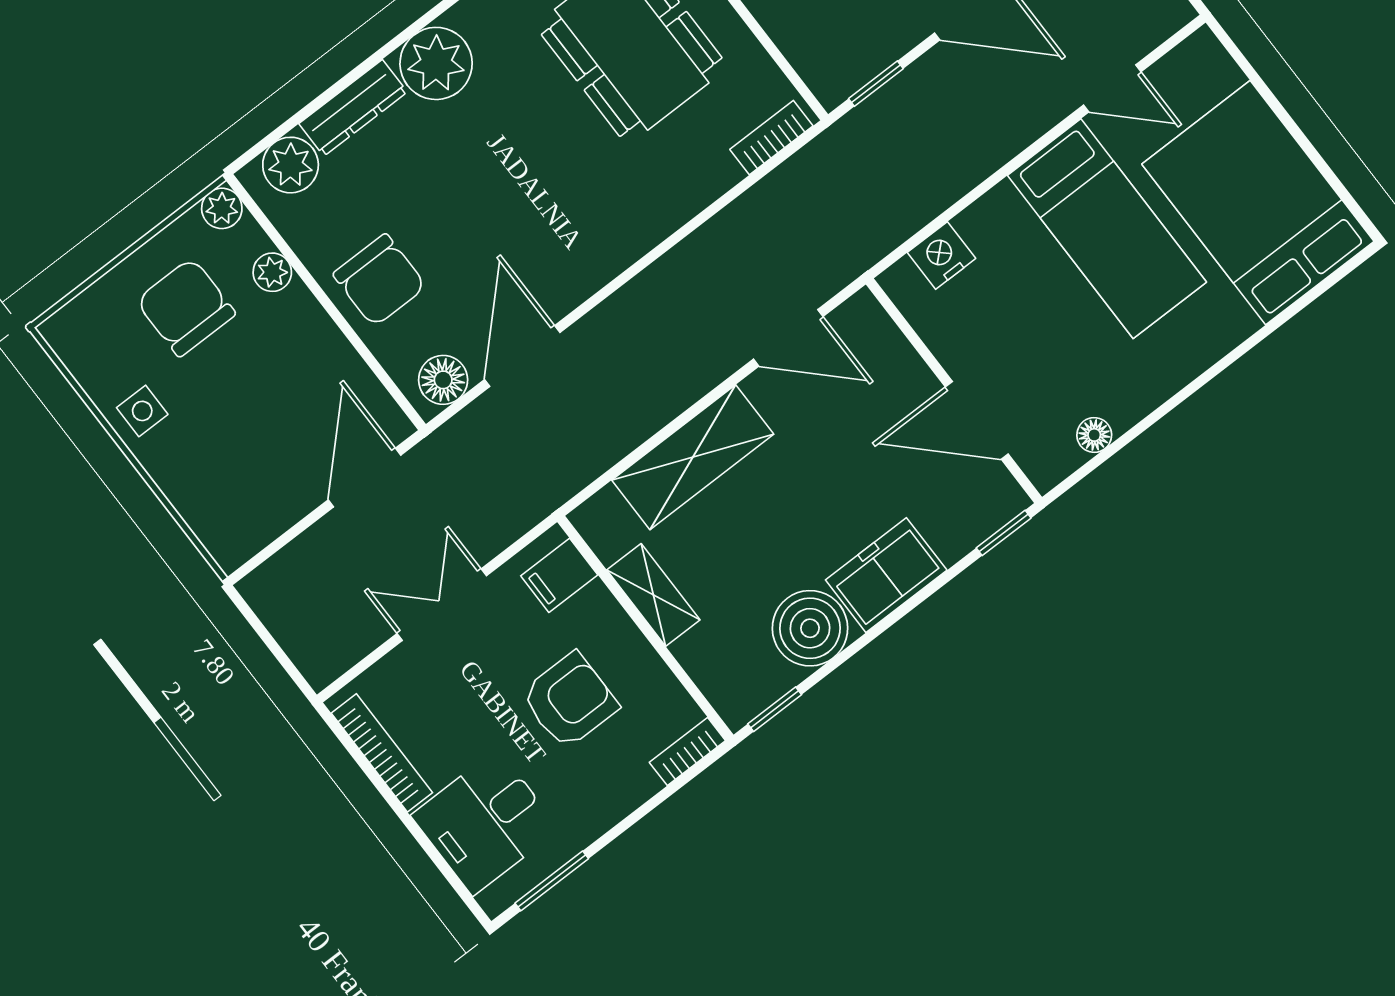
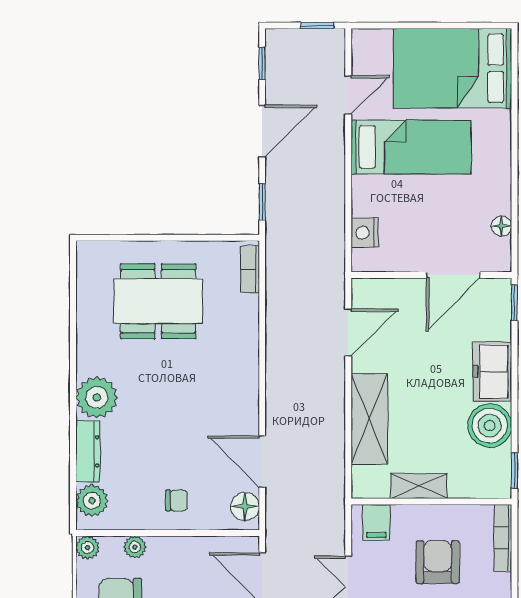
chair: (380, 280) -> (177, 500), width x0.54, depth x0.54
bookcase: (687, 752) -> (503, 538), width x1.56

